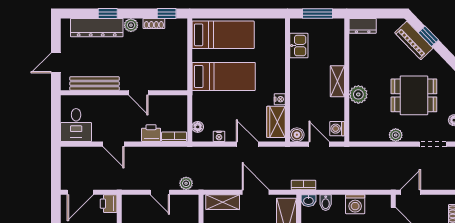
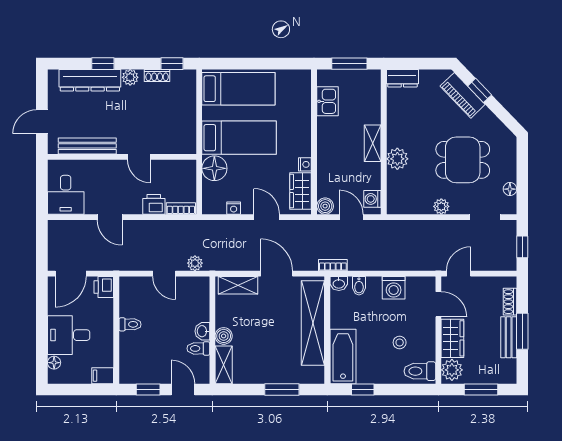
floor lamp: (198, 127) -> (214, 168), moved, width x1.89, depth x1.89

